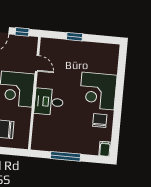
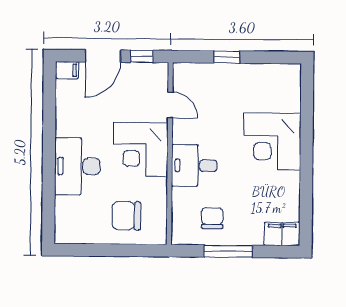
chair: (100, 121) -> (212, 218), moved
filing cabinet: (105, 149) -> (282, 234), width x2.00

